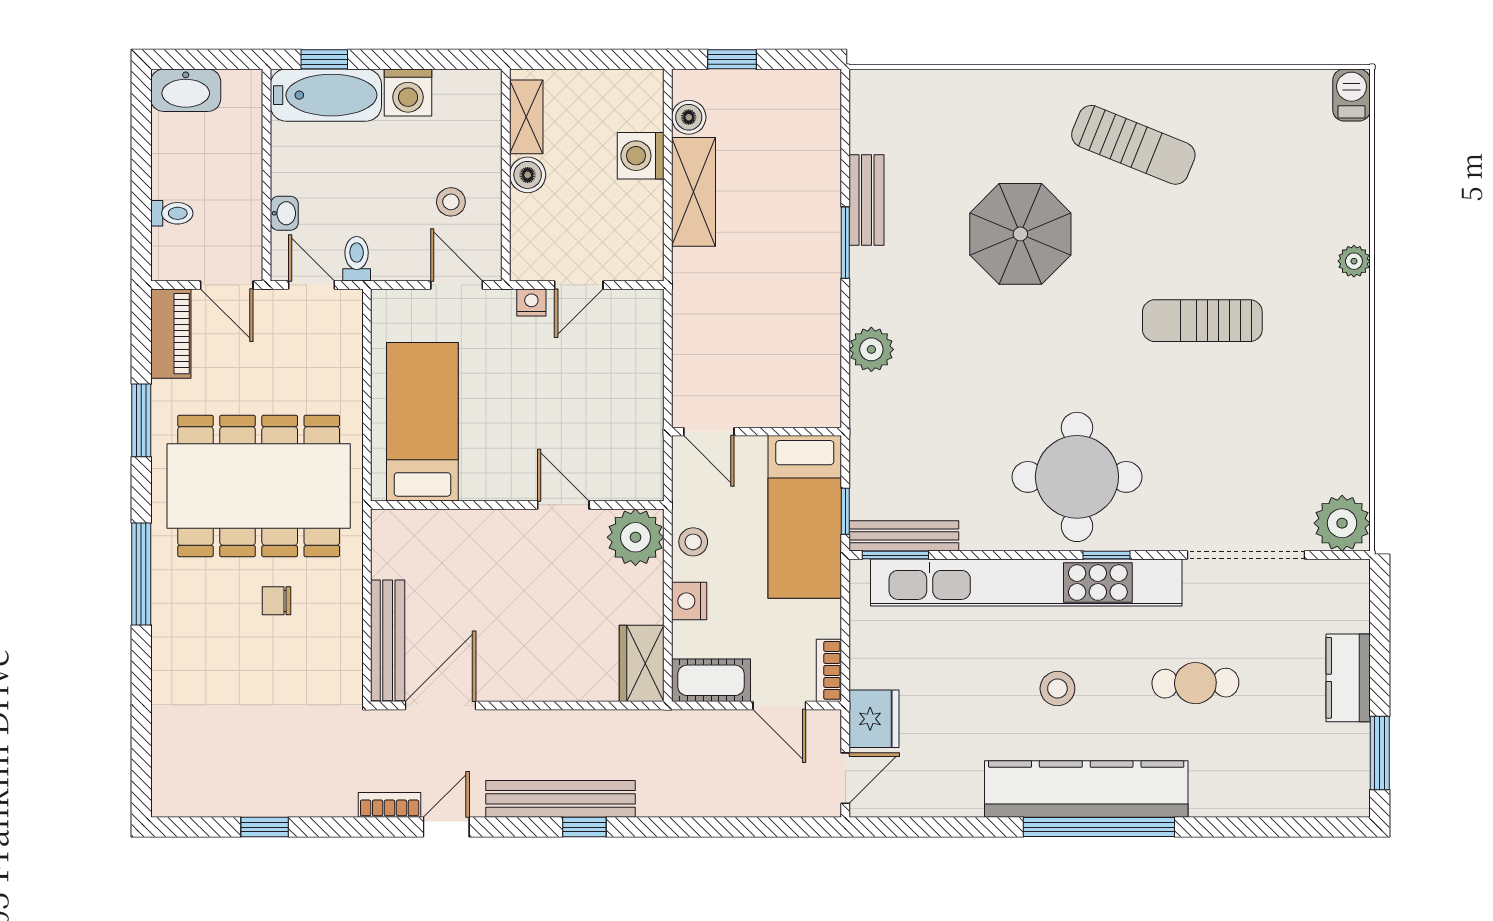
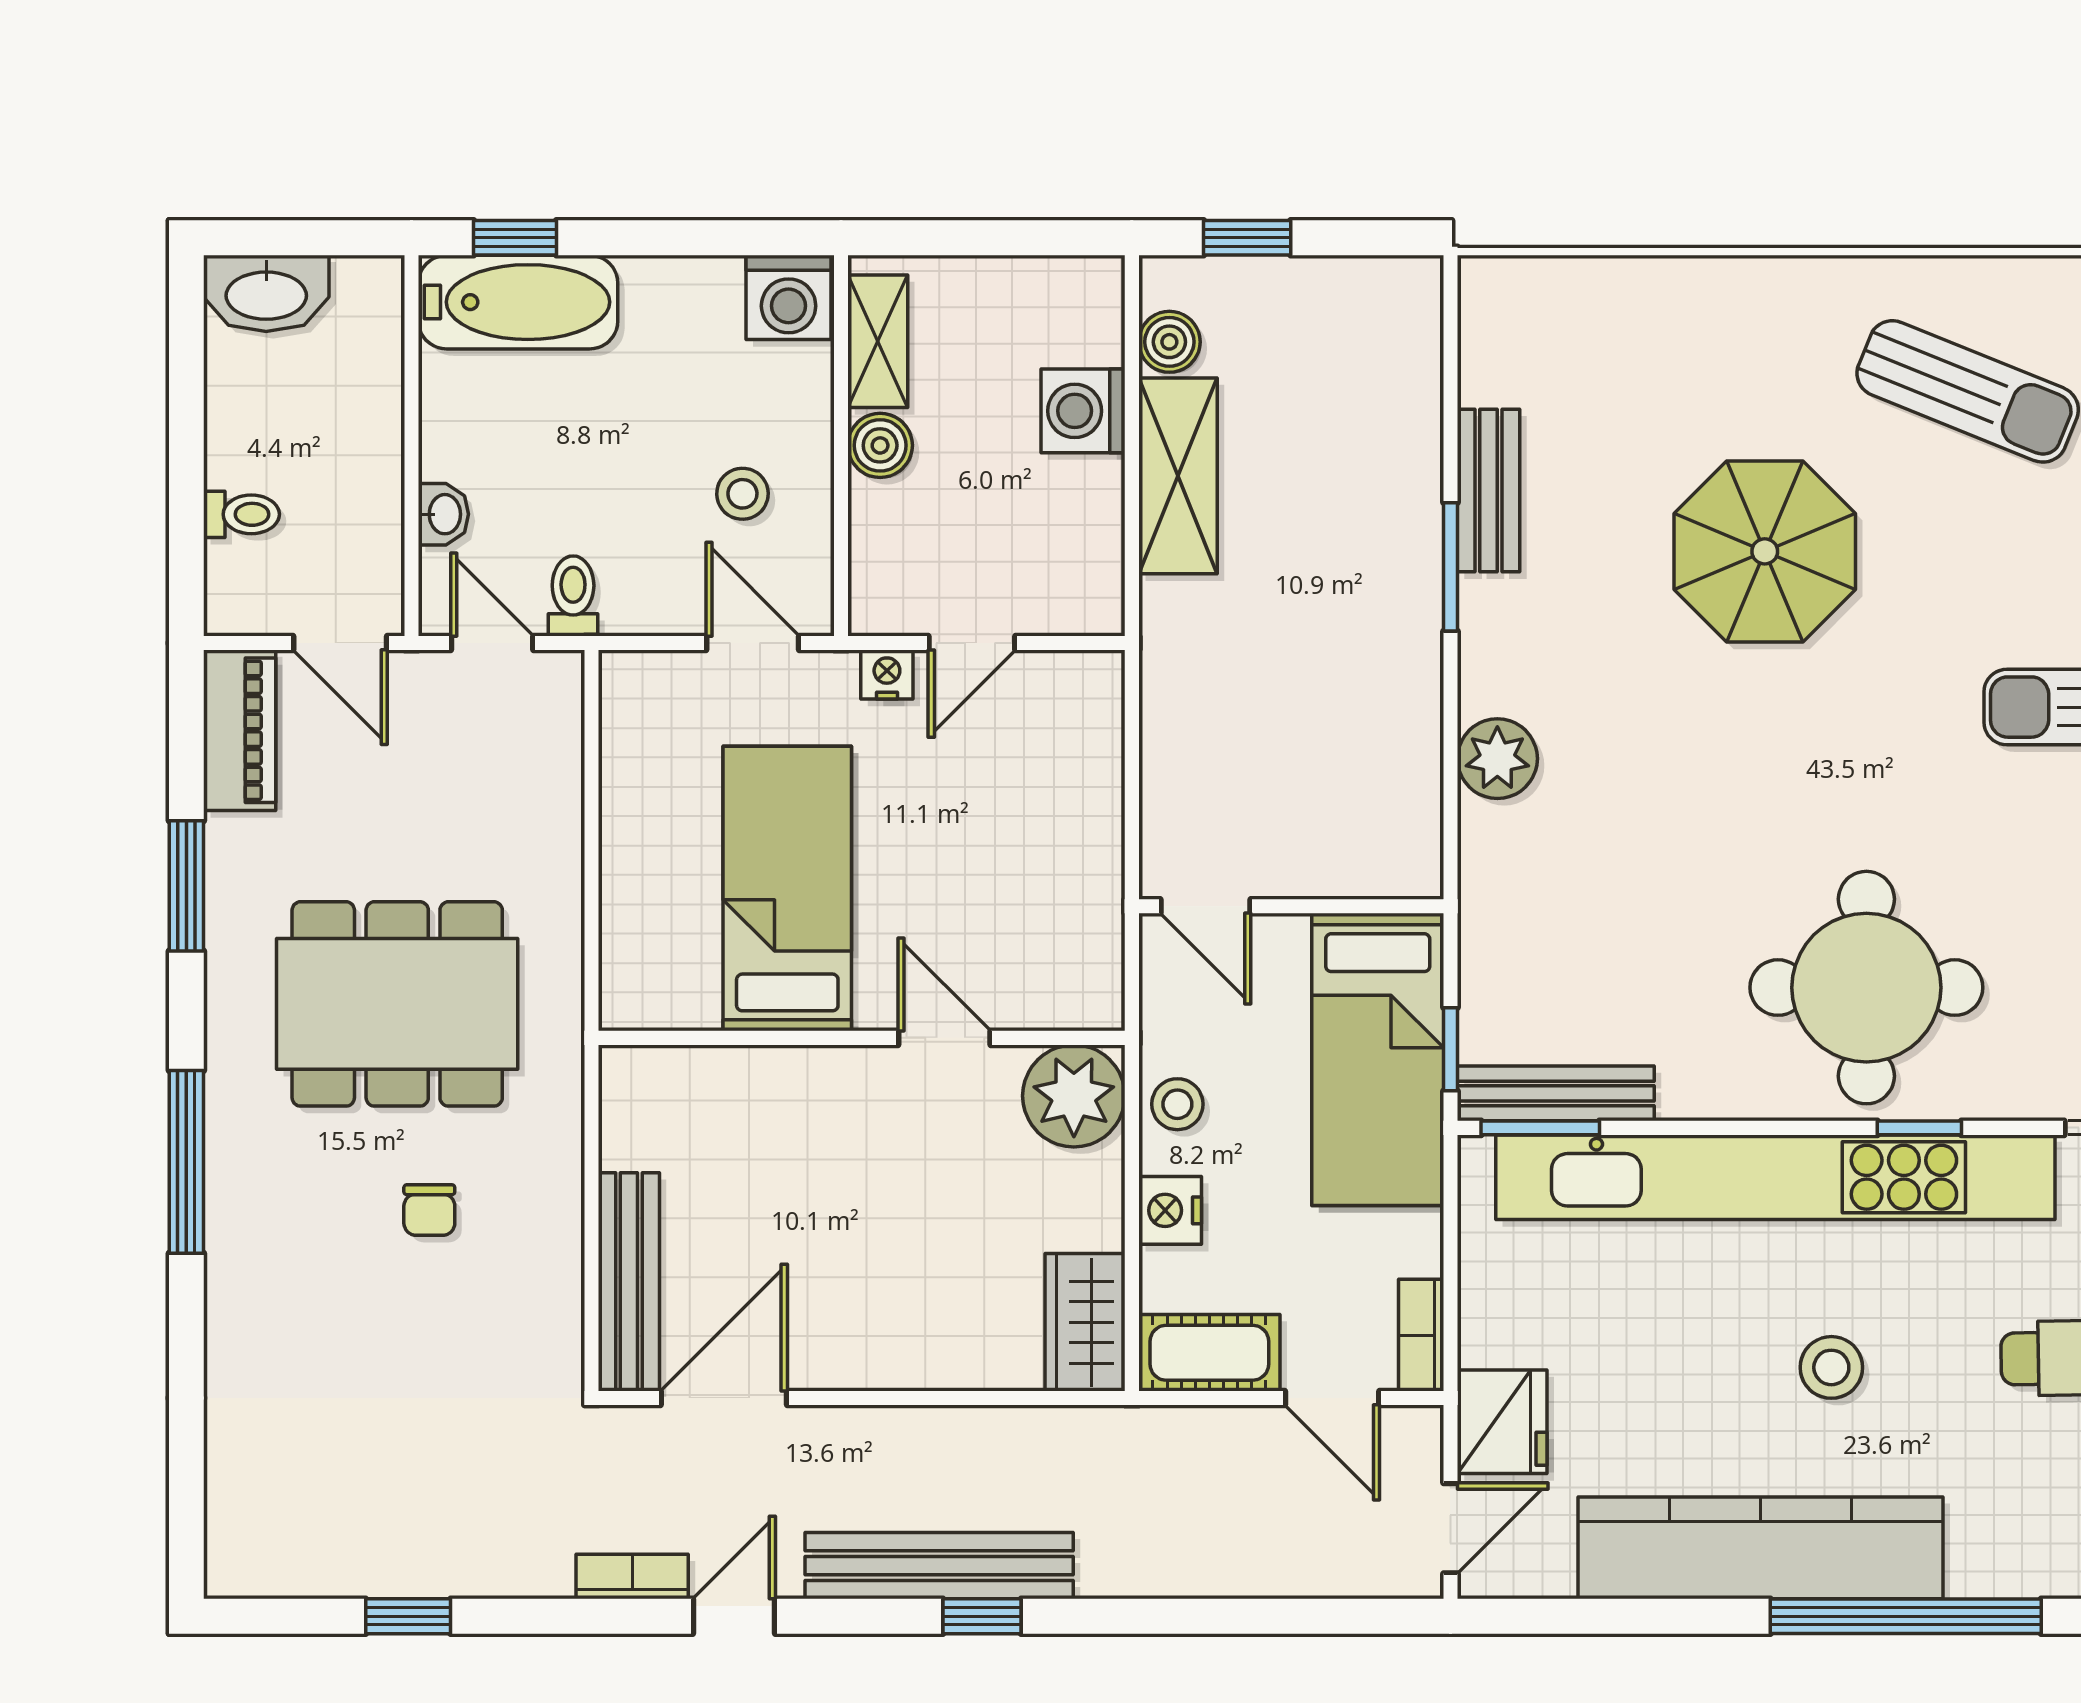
washing machine: (408, 92) -> (789, 297), moved
bed: (422, 422) -> (787, 889), moved
dining table: (259, 486) -> (397, 1004), width x0.73, depth x0.80
chair: (277, 601) -> (429, 1210), turned -90
kitchen counter: (1086, 789) -> (1761, 1548), moved

